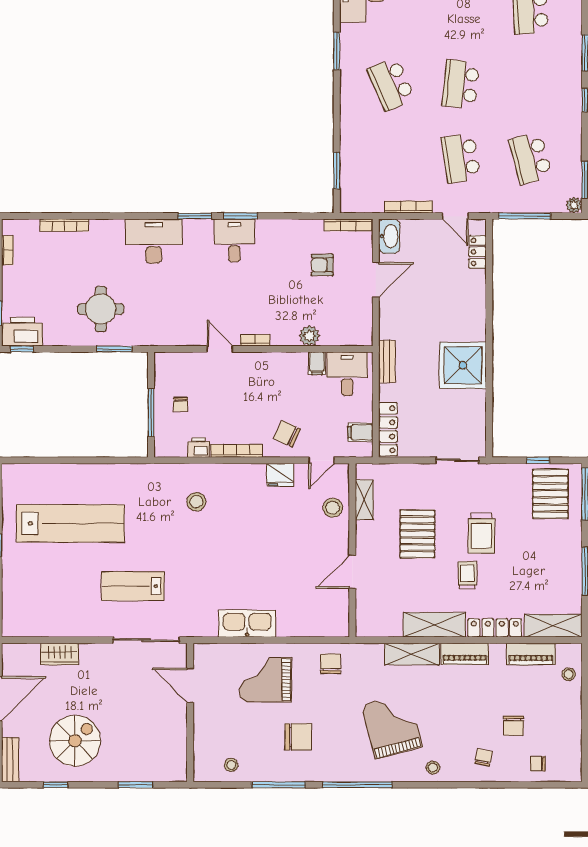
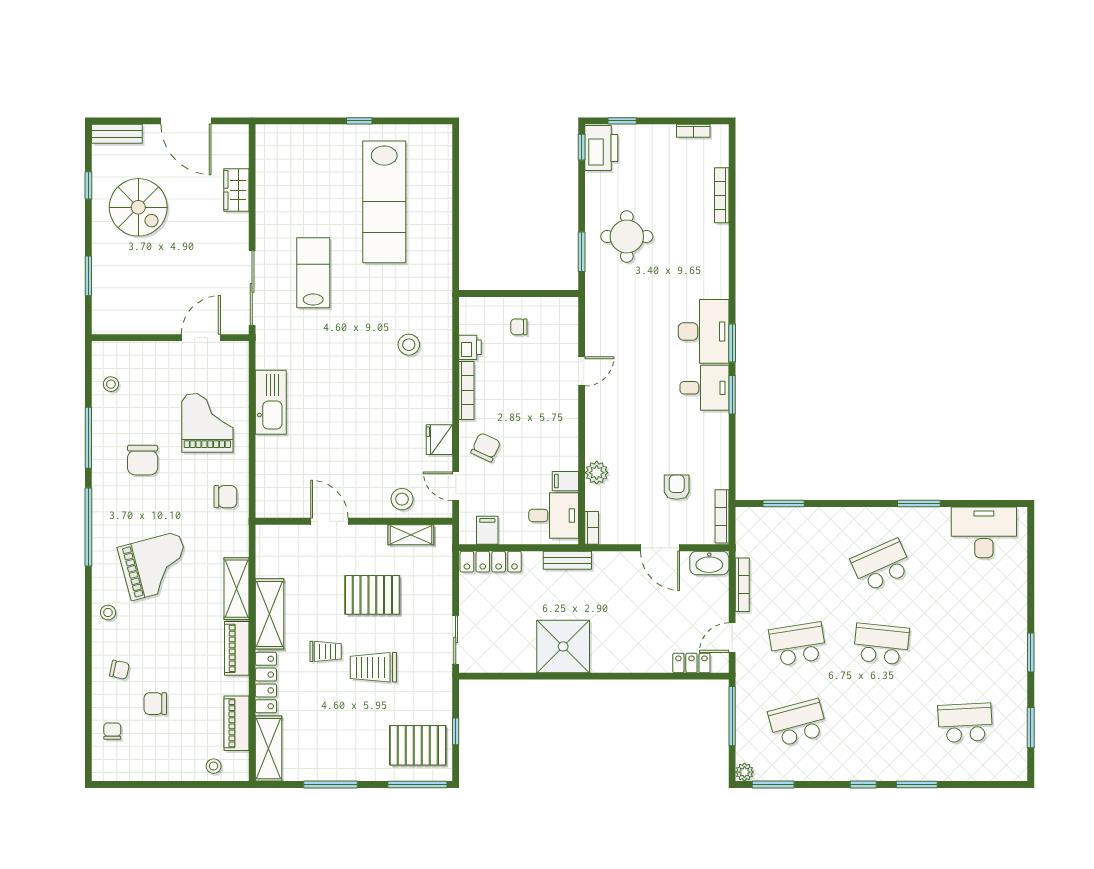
desk: (154, 241) -> (704, 331), moved
bookcase: (255, 340) -> (592, 528), moved
window: (151, 413) -> (510, 293), removed

